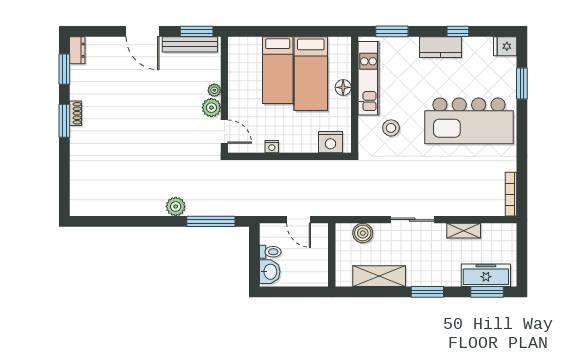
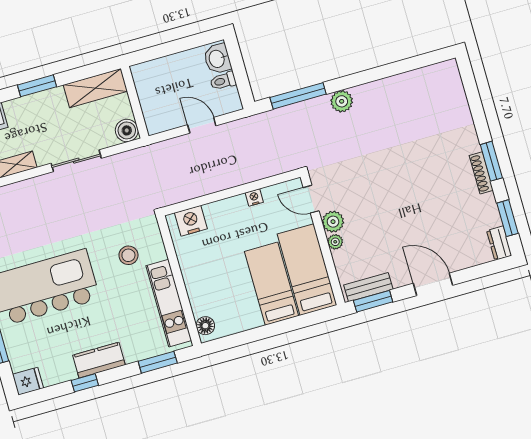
bench: (190, 44) -> (368, 287), width x0.73
bed: (311, 74) -> (307, 270), moved
floor lamp: (343, 87) -> (205, 326), moved
shoe rack: (76, 113) -> (481, 173), width x1.43
wall: (332, 255) -> (135, 102), moved

